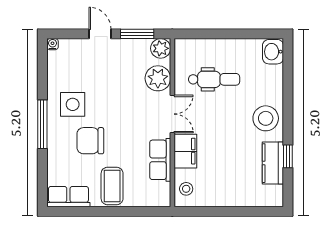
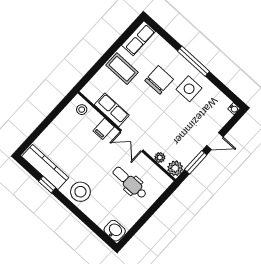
plant: (158, 78) -> (160, 157), width x0.53, depth x0.53
dental chair: (214, 79) -> (130, 183), turned 90
filing cabinet: (185, 151) -> (104, 129), width x0.50
kitchen counter: (273, 163) -> (45, 167), width x1.50

